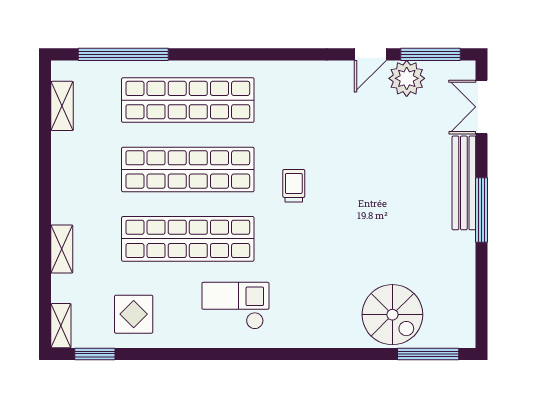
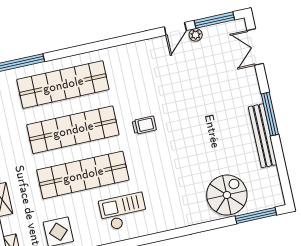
plant: (407, 78) -> (196, 35), width x0.53, depth x0.53
bench: (464, 183) -> (263, 136), moved
trolley: (294, 186) -> (144, 125), turned 90
spiral stairs: (392, 315) -> (227, 195), turned -90

